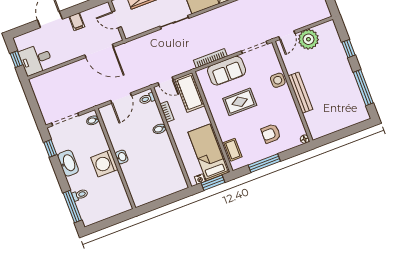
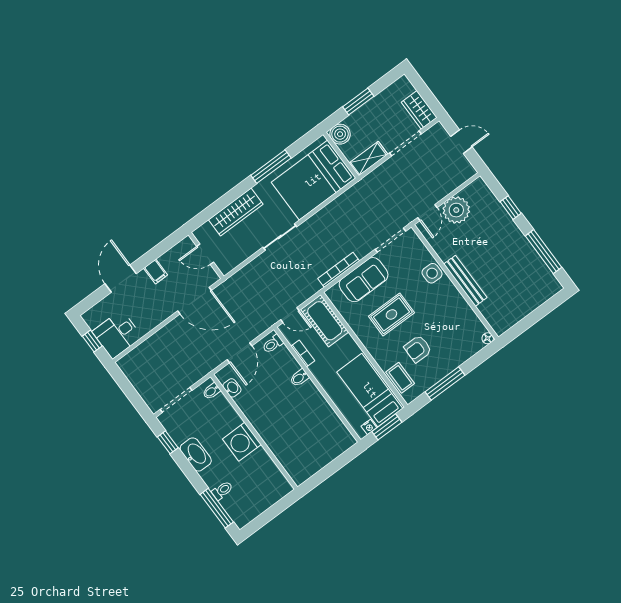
armchair: (271, 134) -> (418, 349), moved
washbasin: (122, 157) -> (232, 388), moved

